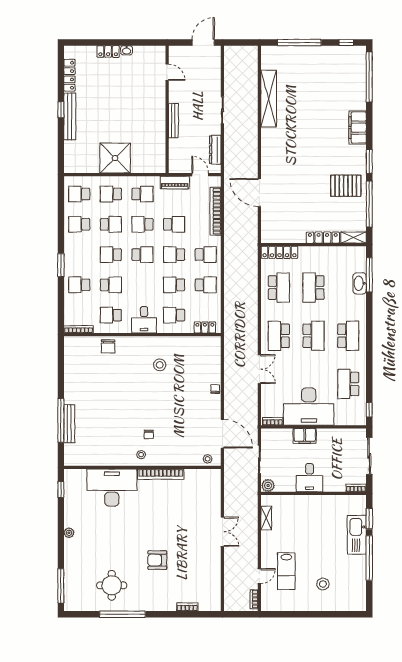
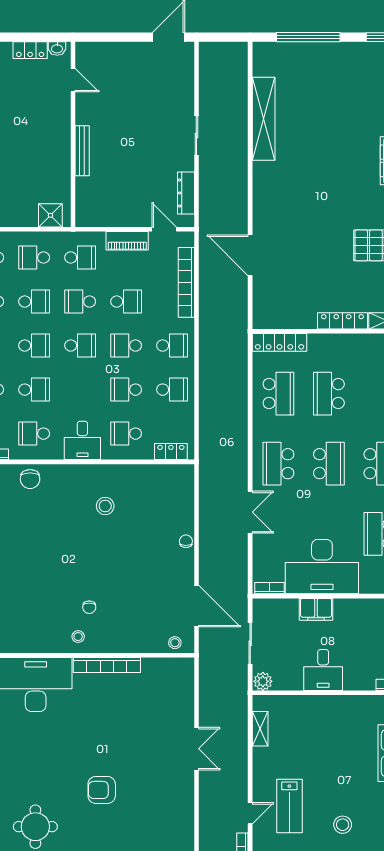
door: (167, 72) -> (73, 80), moved
wall: (167, 109) -> (73, 134), moved
bench: (173, 121) -> (82, 151), moved
shower: (115, 158) -> (50, 215), width x0.54, depth x0.54
school desk: (111, 255) -> (34, 346), turned 180

